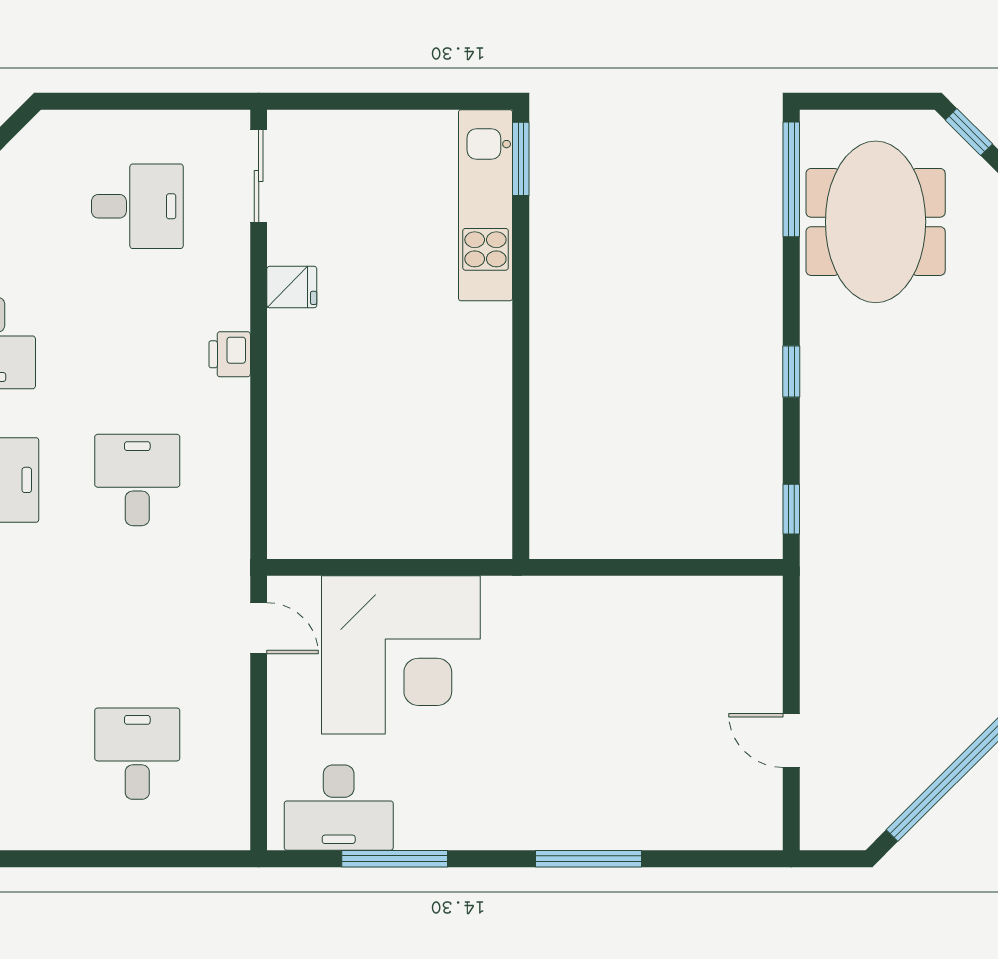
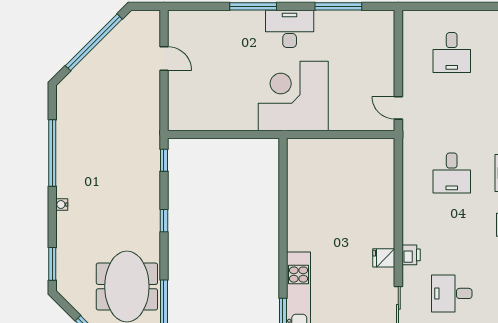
printer: (230, 354) -> (411, 255), moved
corner desk: (401, 655) -> (293, 96), moved
desk: (339, 808) -> (290, 29), moved

